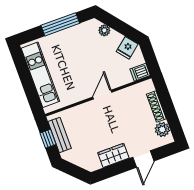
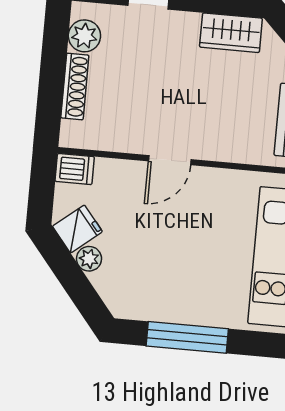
plant: (104, 30) -> (89, 259), moved
wardrobe: (113, 155) -> (231, 33), moved

